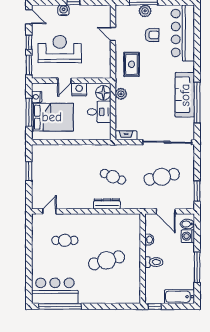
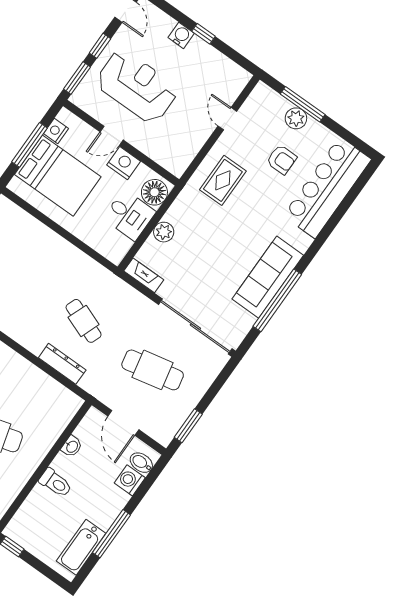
plant: (121, 94) -> (164, 232), moved
dresser: (107, 204) -> (62, 364), moved
bathtub: (179, 297) -> (81, 547), moved, turned -90

